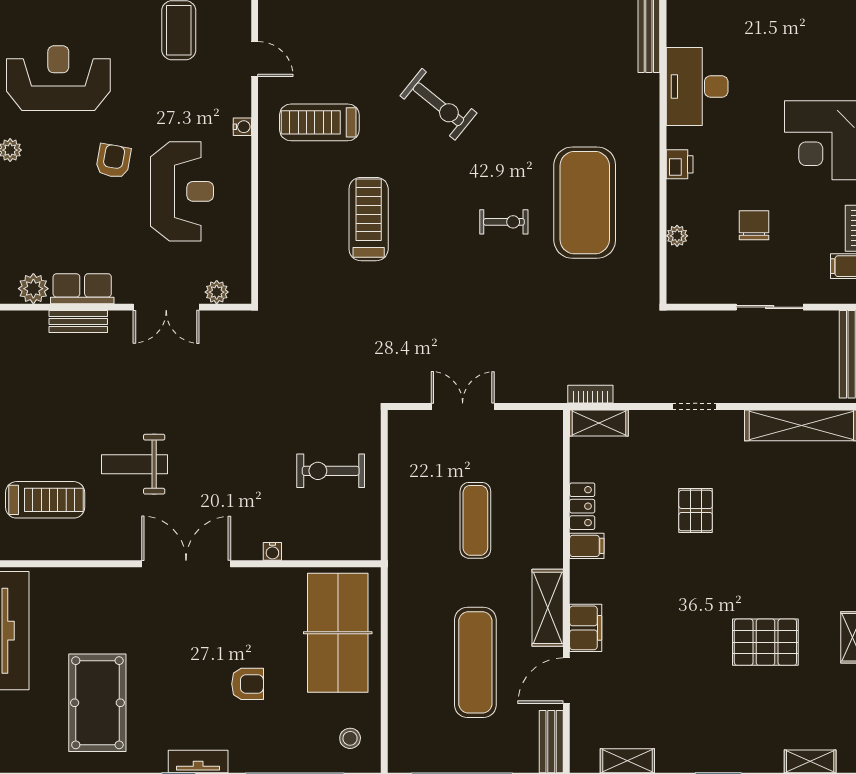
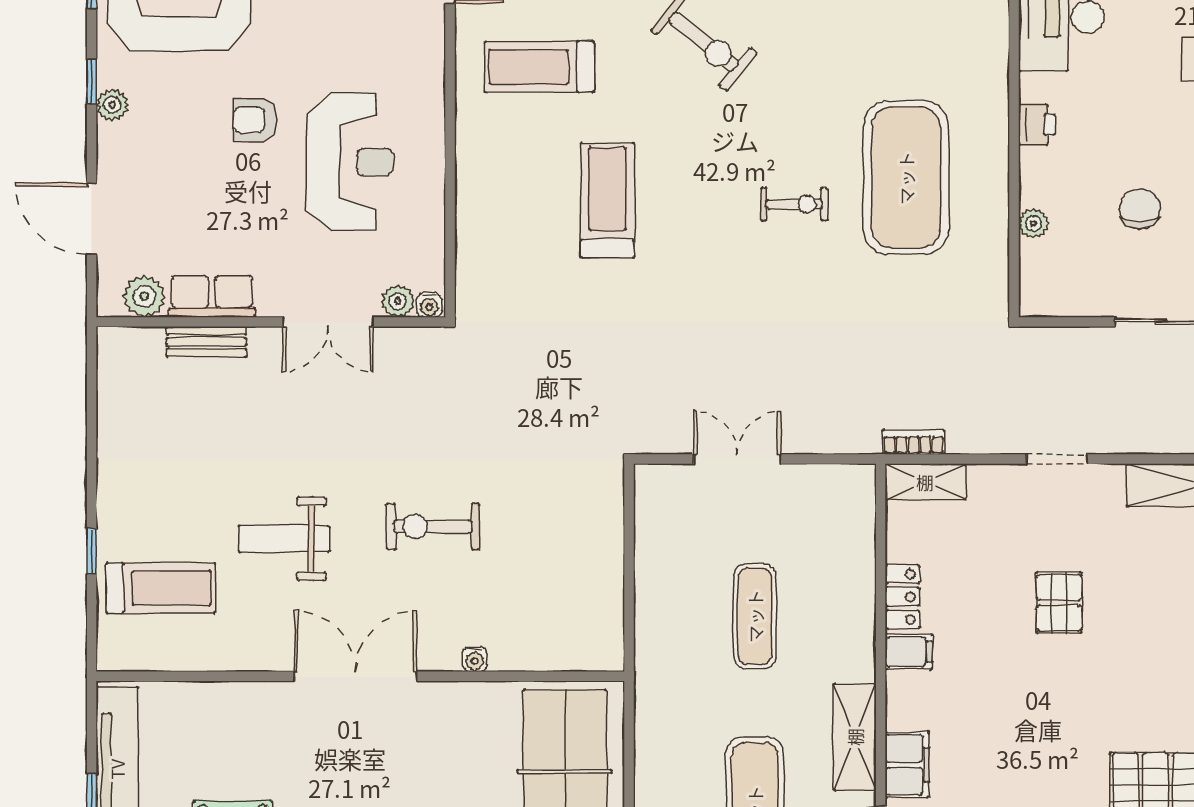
water cooler: (242, 127) -> (429, 305), moved, turned 90
armchair: (113, 161) -> (255, 120), turned -100
exercise bike: (331, 471) -> (433, 526), moved

